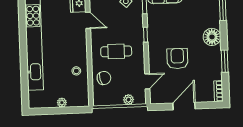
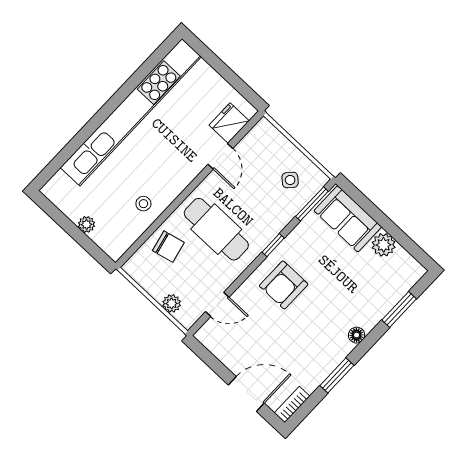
floor lamp: (212, 37) -> (357, 335), width x0.53, depth x0.53
cafe table: (116, 51) -> (216, 229), width x1.37, depth x1.35
armchair: (177, 59) -> (284, 285), moved, turned 180
door: (184, 106) -> (246, 394), moved

